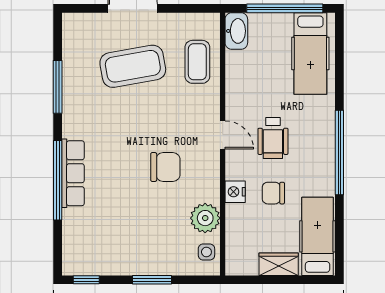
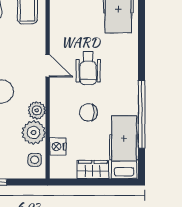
window: (339, 153) -> (142, 114), moved
plant: (209, 191) -> (37, 110), added
nightstand: (235, 192) -> (58, 146), moved

